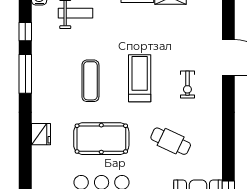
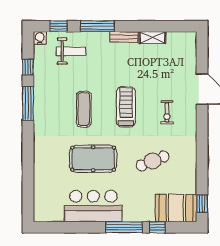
fridge: (41, 134) -> (41, 155), removed
cafe table: (171, 141) -> (153, 161), turned -47

